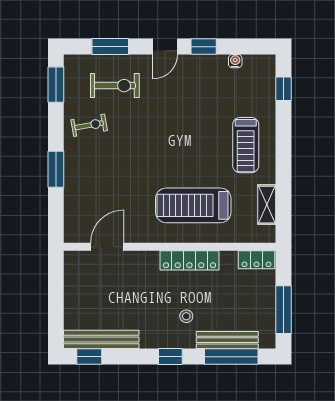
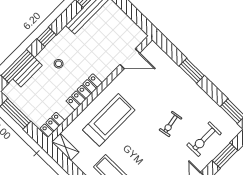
exercise bike: (89, 125) -> (171, 124), moved
shelving: (267, 205) -> (65, 147), moved
door: (107, 247) -> (130, 59), hinge flipped
bench: (227, 340) -> (28, 72), width x0.73

